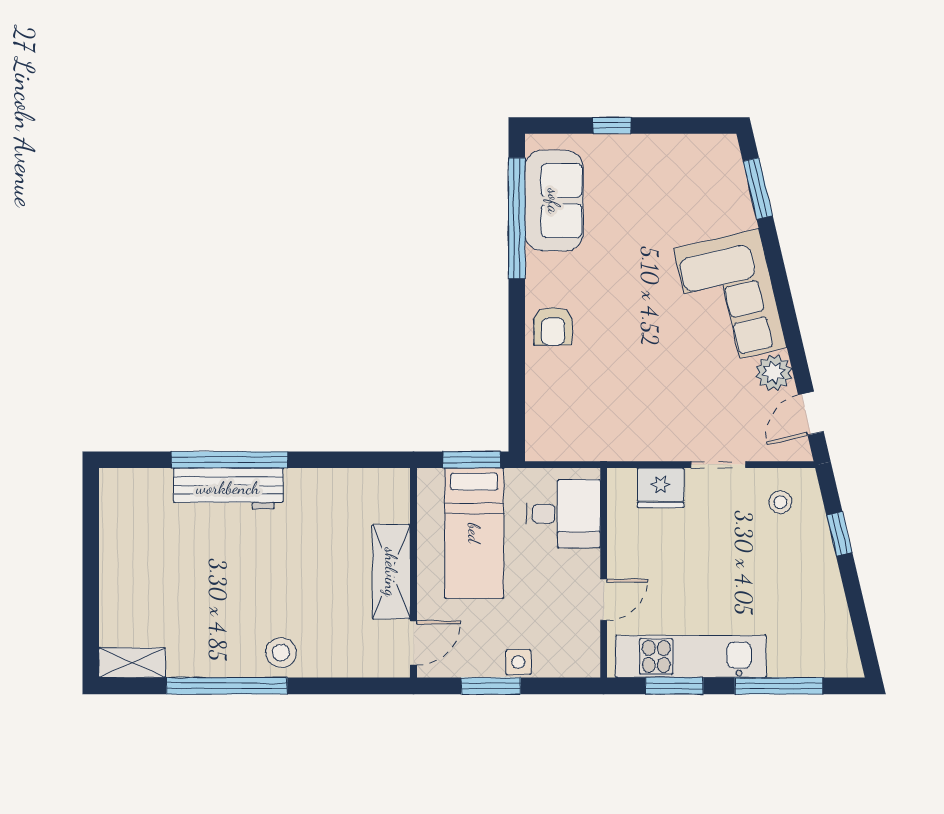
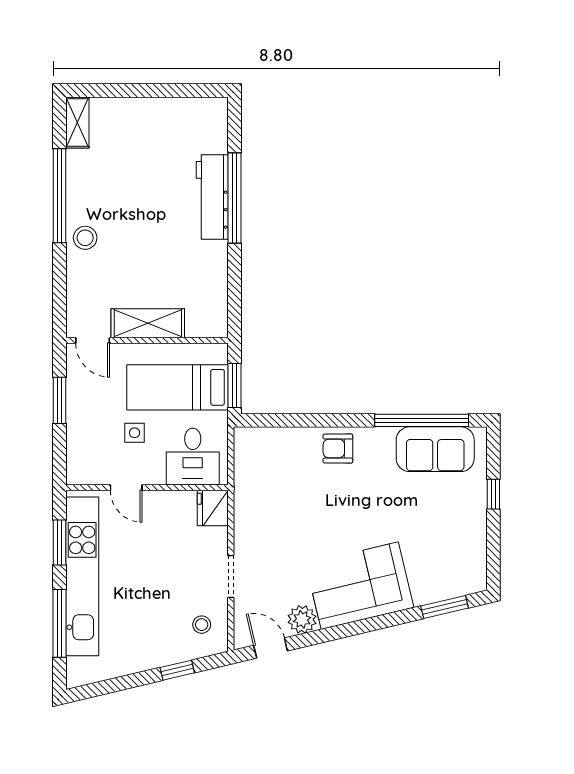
fridge: (661, 488) -> (213, 508), moved
kitchen unit: (691, 656) -> (82, 576), width x1.36
side table: (518, 662) -> (135, 433), moved

